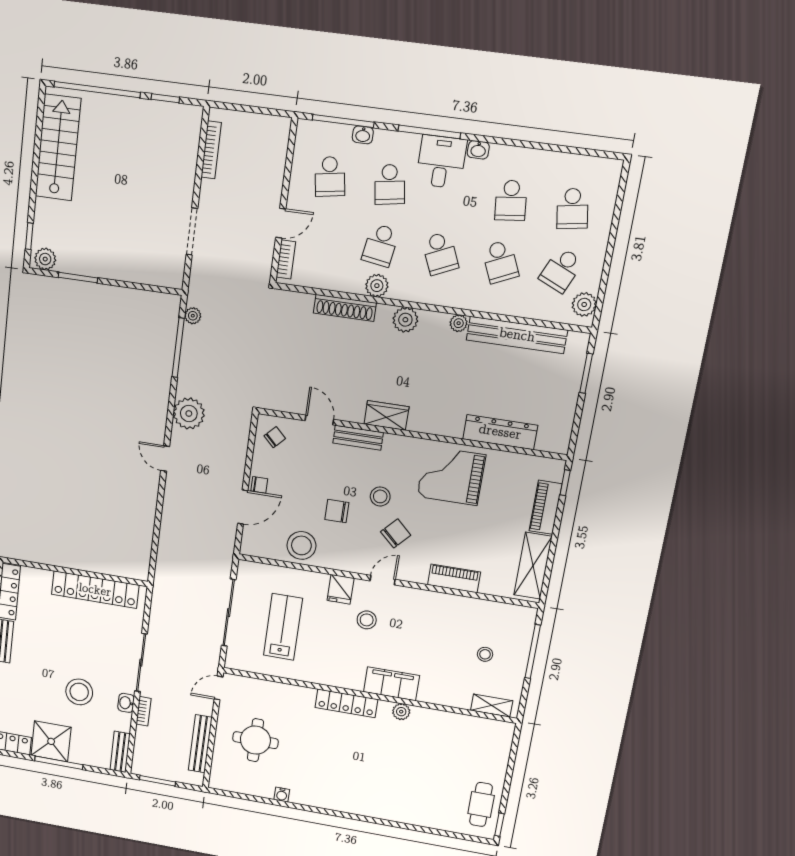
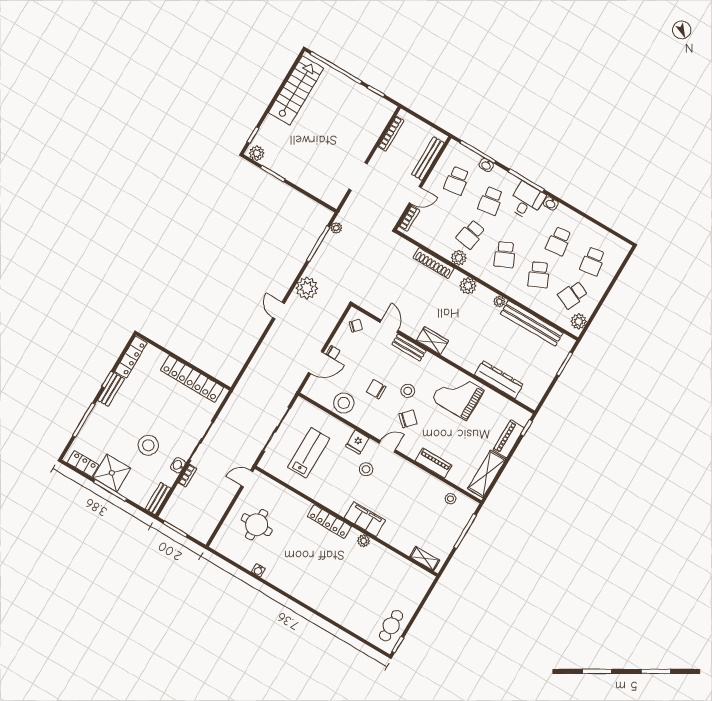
stool: (485, 654) -> (450, 499), moved
bench: (200, 744) -> (428, 159), moved

